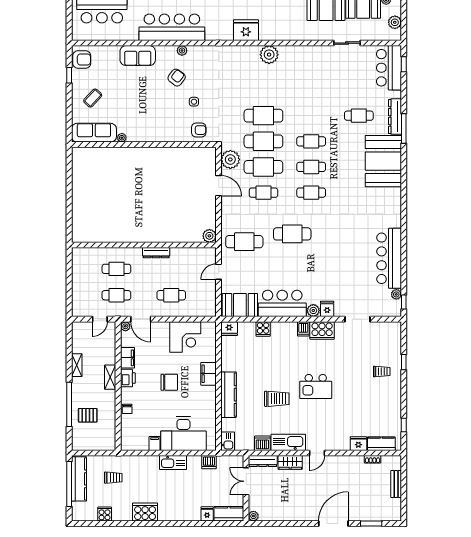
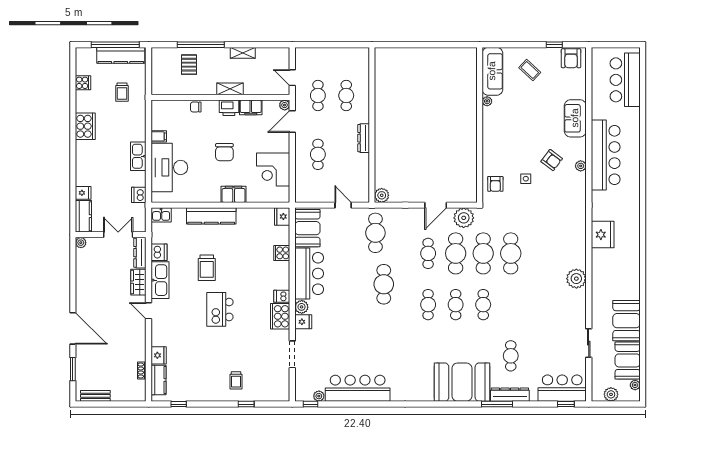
plant: (269, 55) -> (576, 279), moved
bench: (396, 484) -> (95, 396), moved

